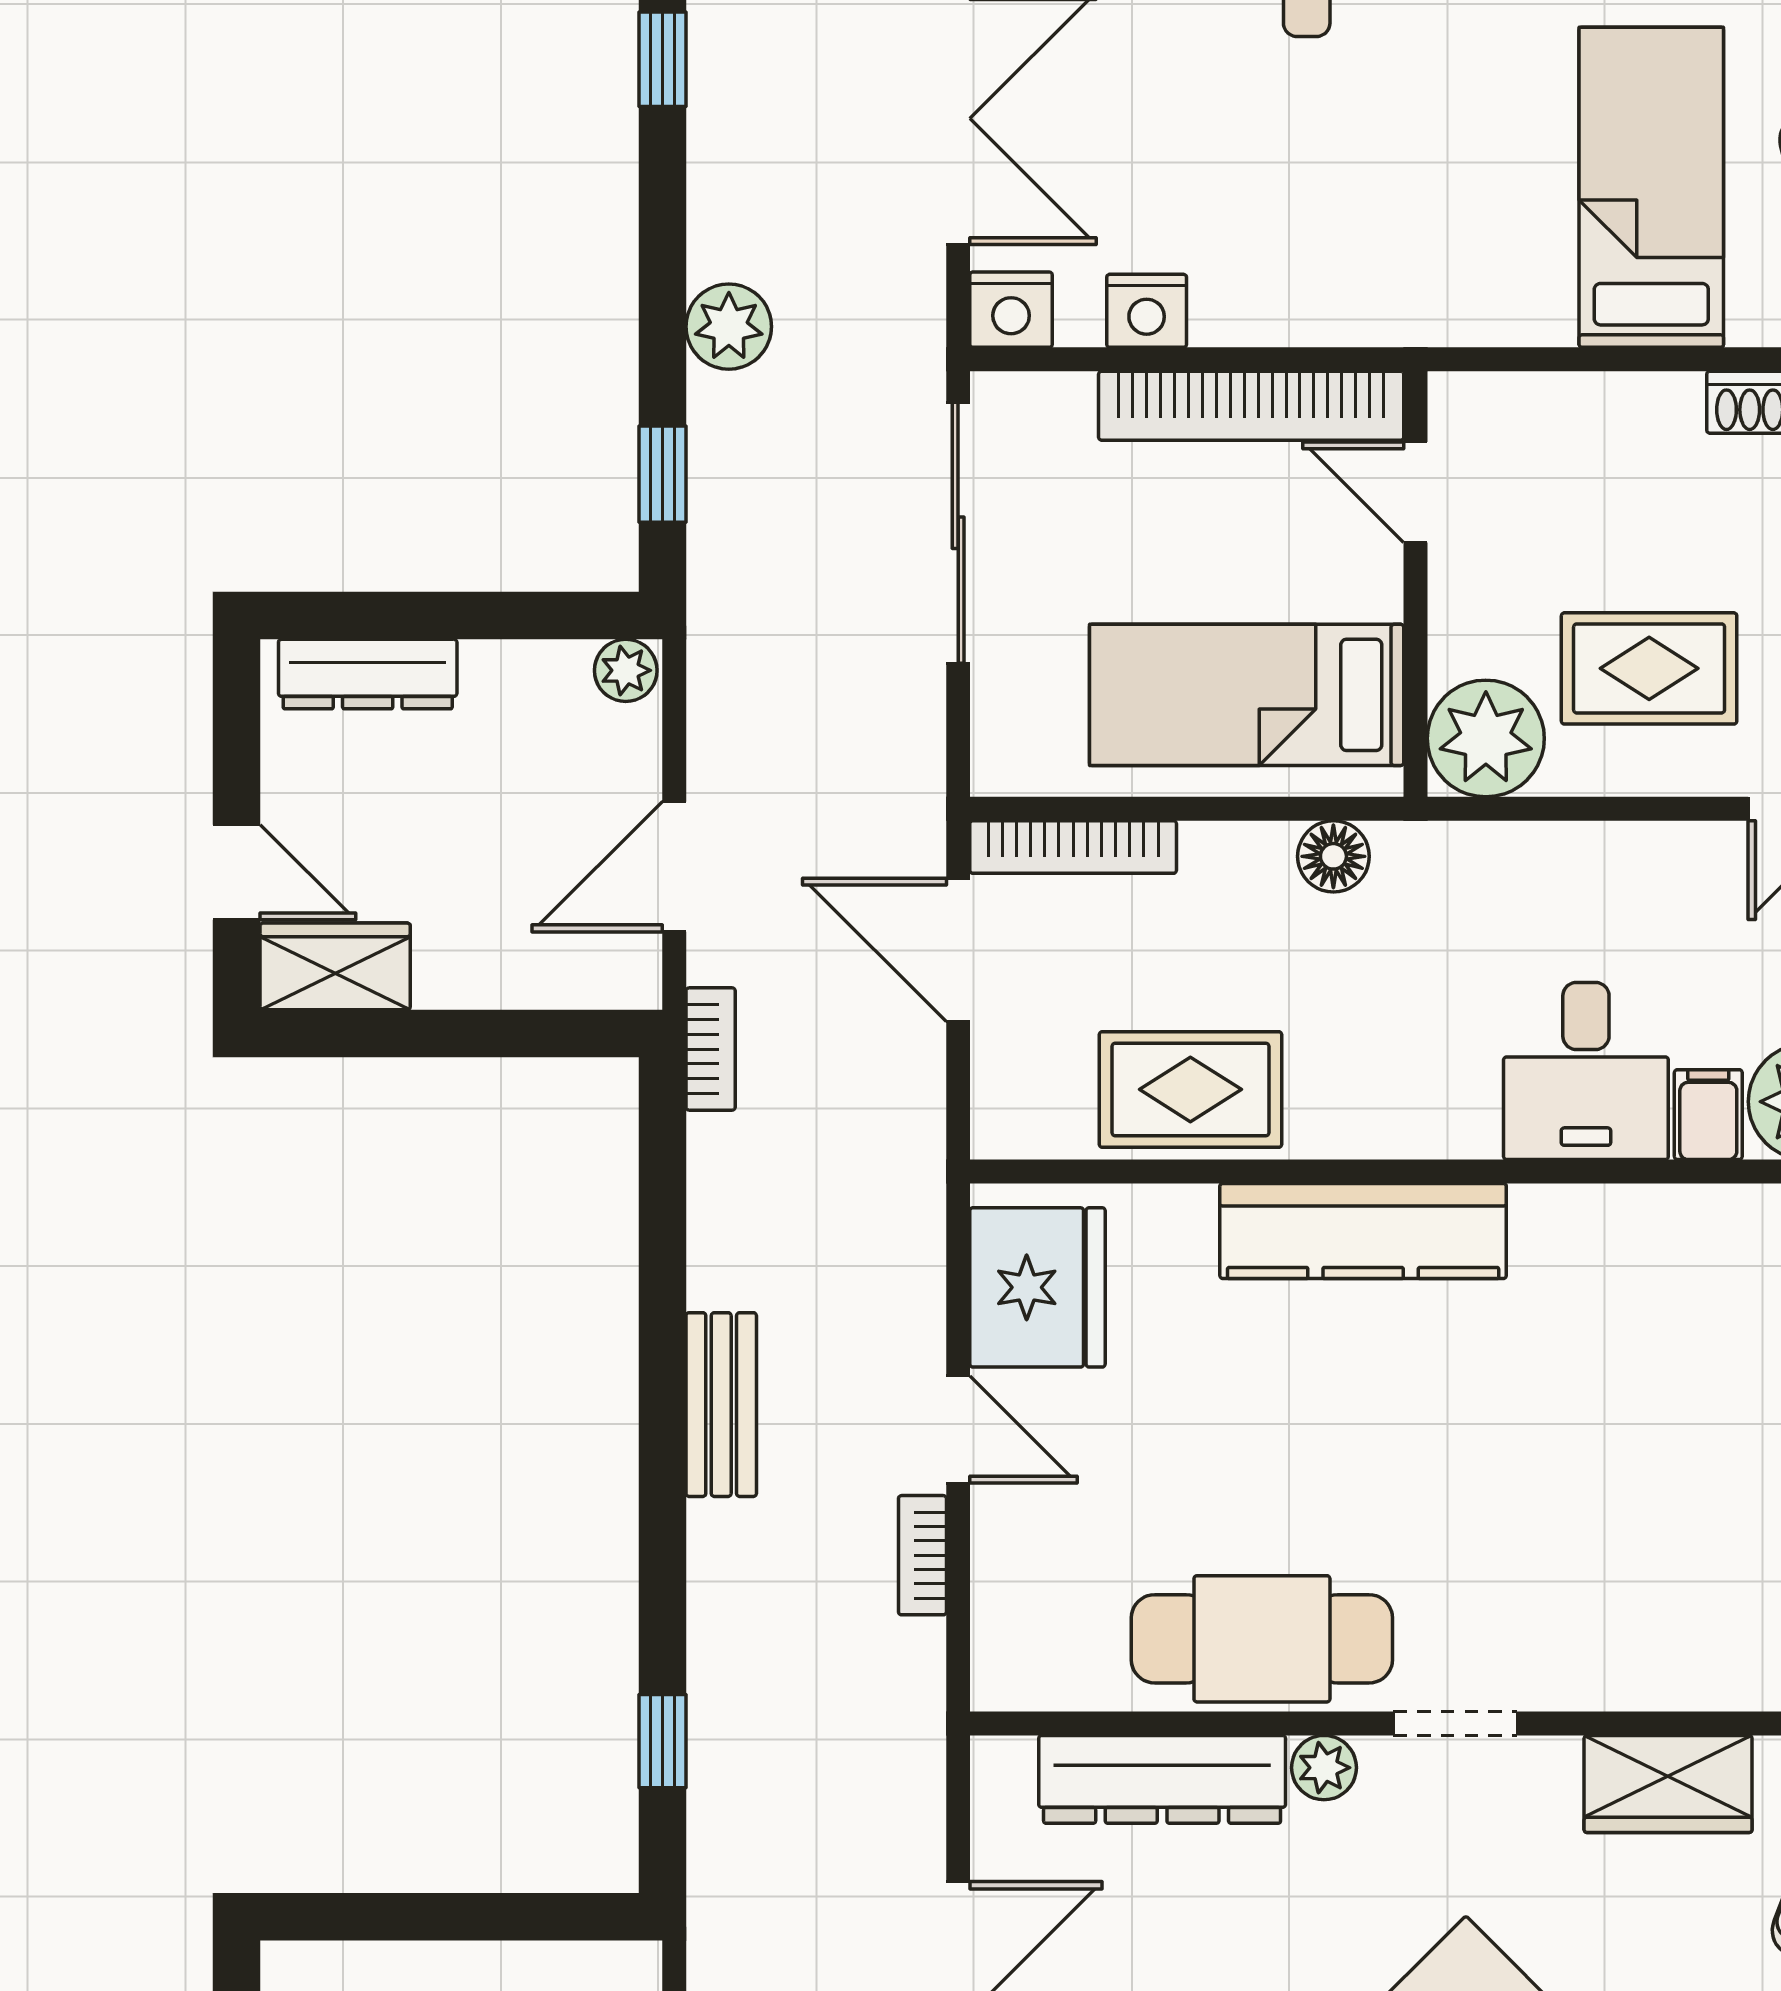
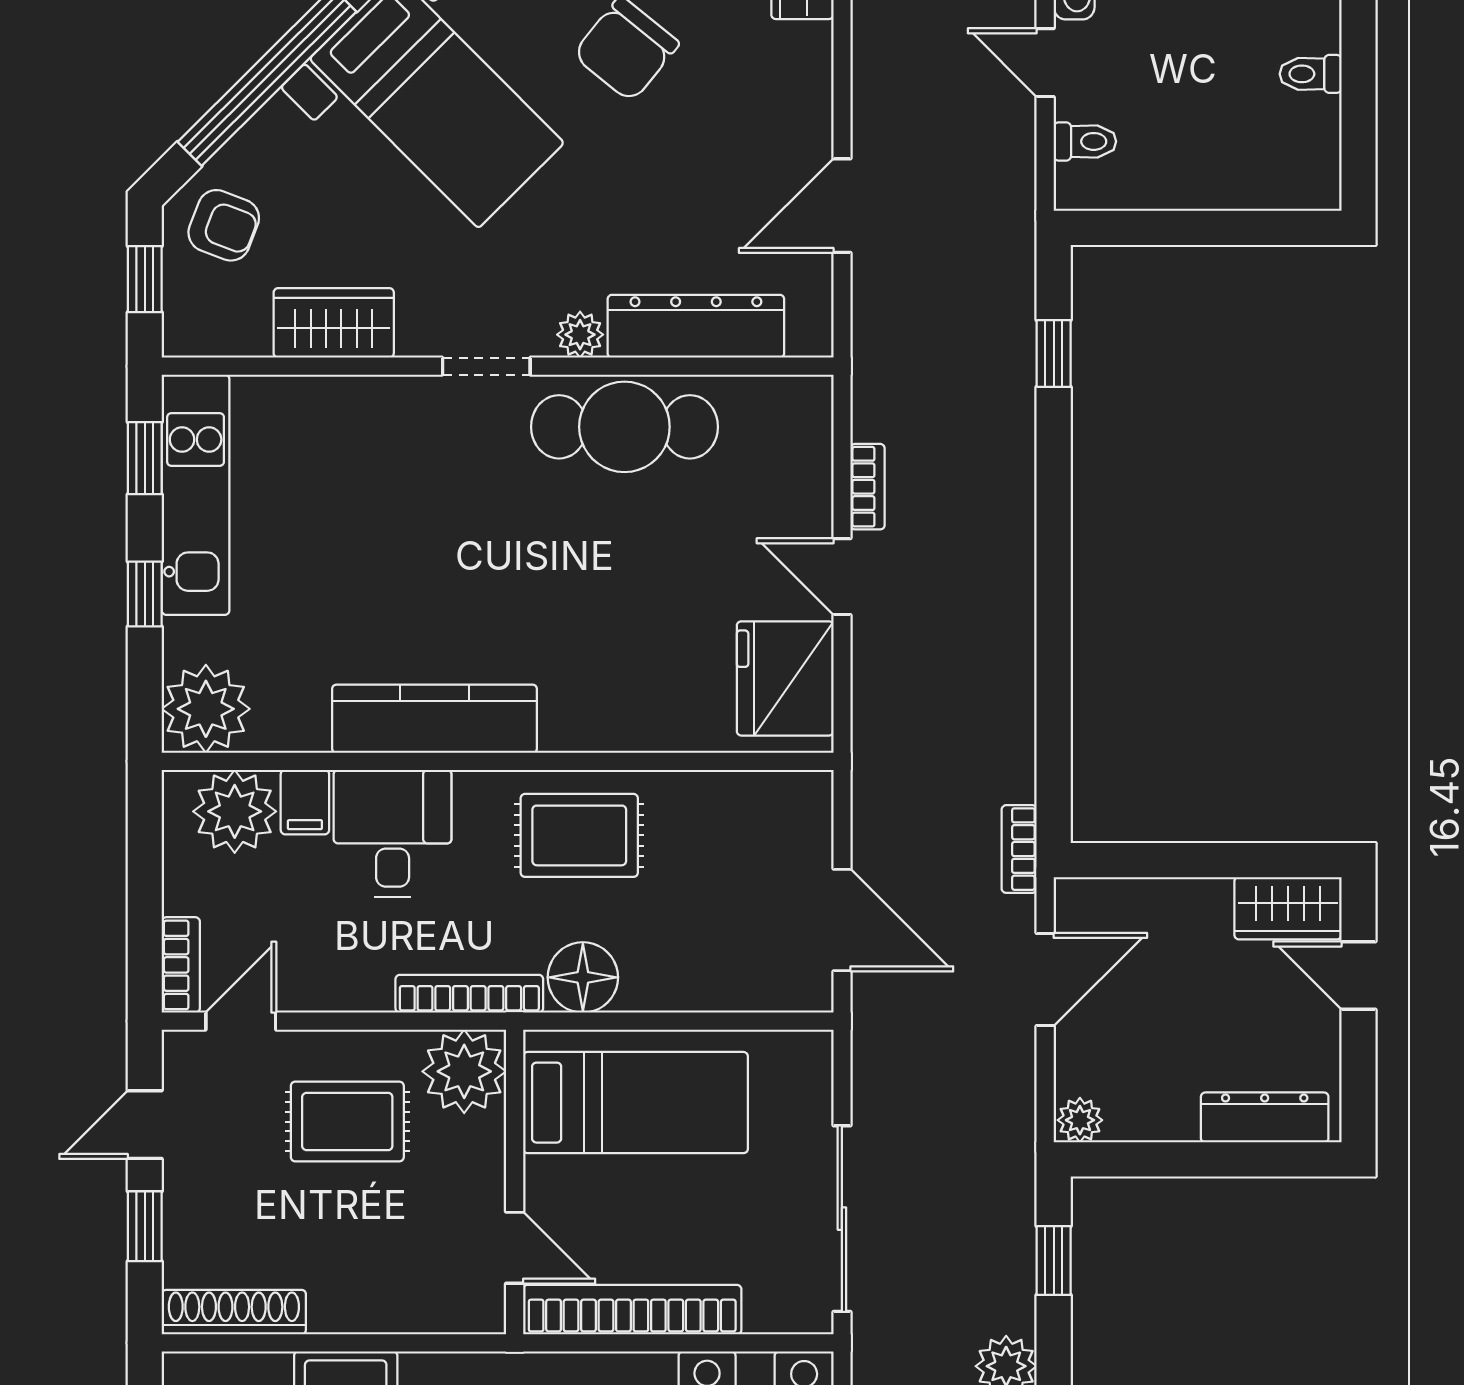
bookcase: (1073, 847) -> (469, 994), moved
floor lamp: (1333, 856) -> (583, 977), width x1.38, depth x1.38
rug: (1190, 1089) -> (579, 835), moved
kitchen counter: (1363, 1231) -> (435, 719), moved
bench: (721, 1405) -> (1012, 594), removed

